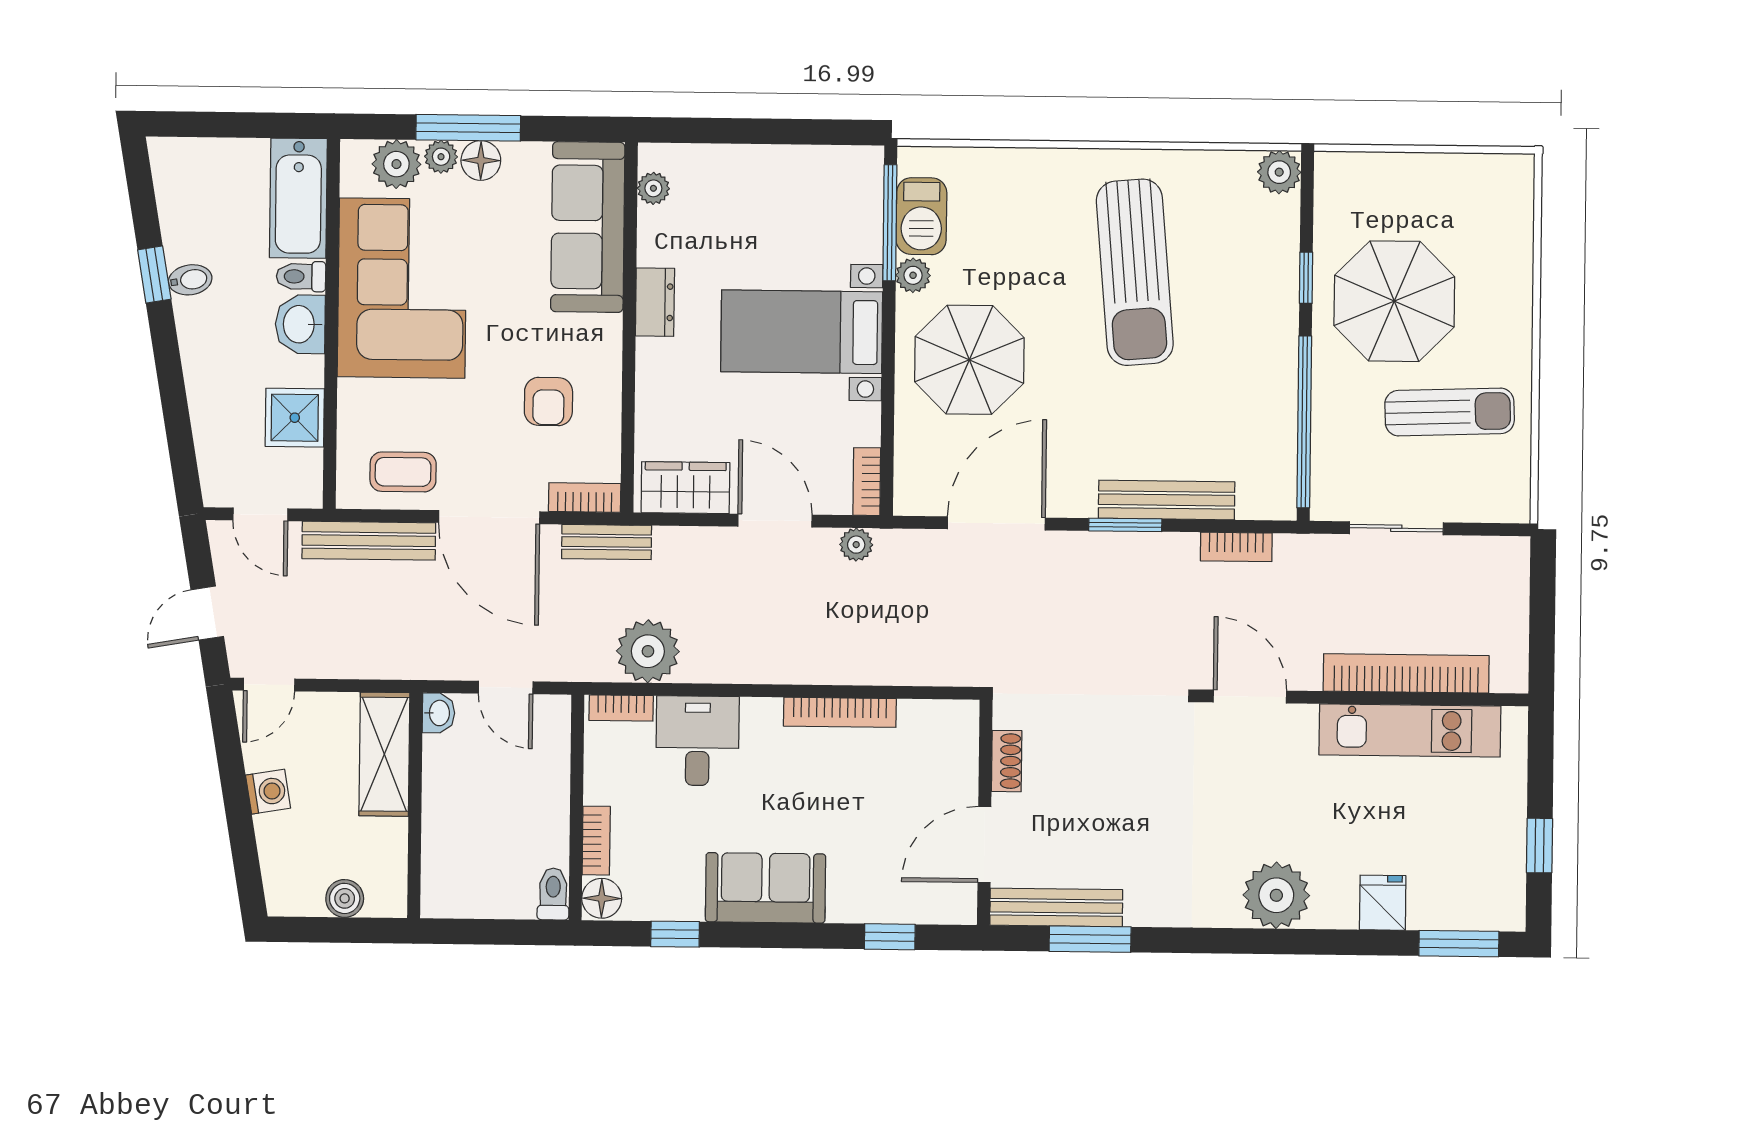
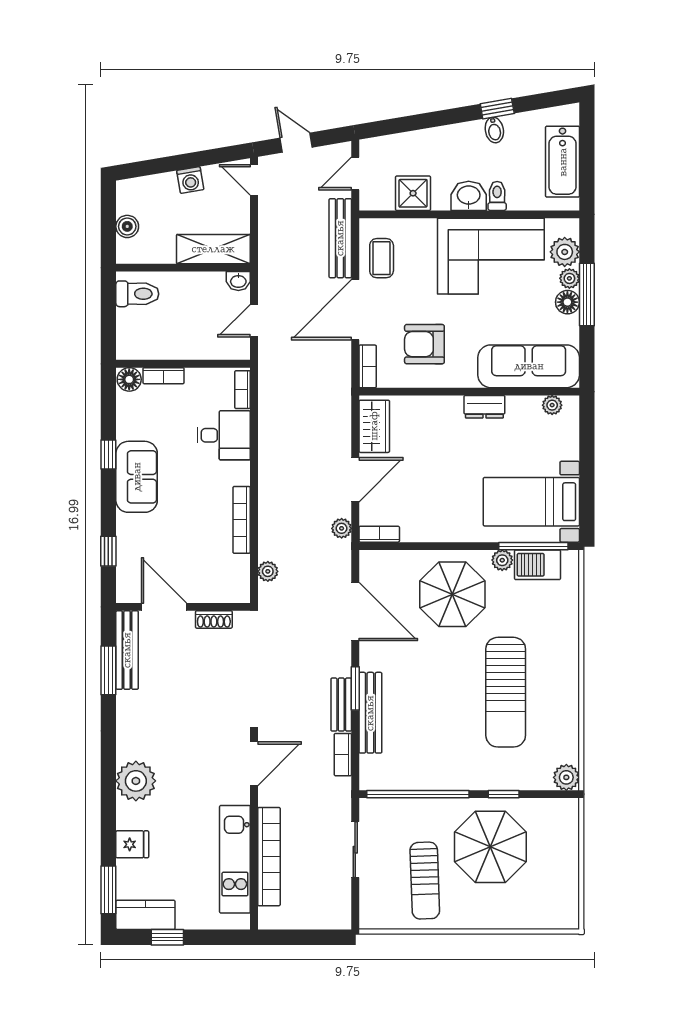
bathtub: (298, 198) -> (563, 162), moved, turned -90
sun lounger: (1135, 272) -> (506, 692), turned -85
bed with nightstands: (802, 332) -> (531, 502), moved, turned -90
armchair: (548, 402) -> (424, 344), width x1.38, depth x1.38
bench: (607, 542) -> (341, 705), moved
plant: (648, 651) -> (268, 571), moved, width x0.53, depth x0.53
kitchen counter: (1502, 882) -> (145, 915), added
toilet: (553, 894) -> (137, 294), moved, width x1.37, depth x1.39
window: (675, 934) -> (108, 454), moved

